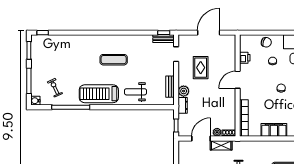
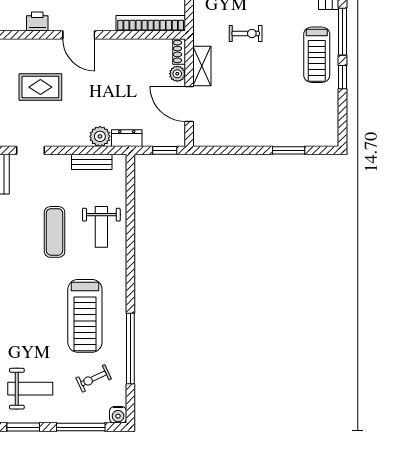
weight bench: (49, 54) -> (30, 389), added
exercise mat: (114, 60) -> (55, 232), moved
rug: (201, 68) -> (40, 87), moved
treadmill: (99, 94) -> (85, 316), moved

